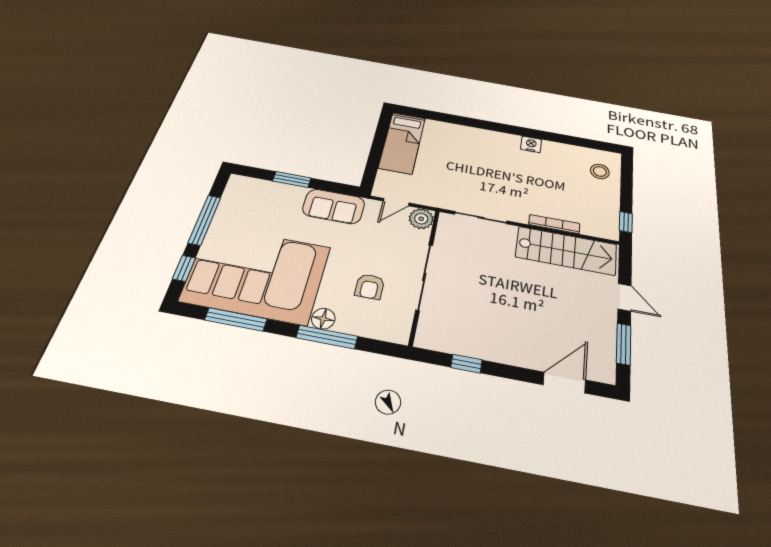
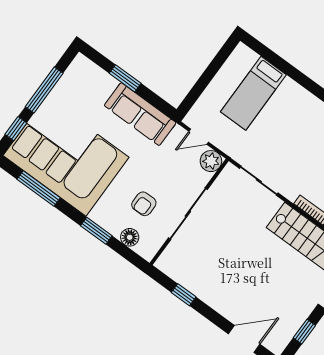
bed: (402, 143) -> (253, 93), moved
sofa: (334, 206) -> (140, 114), width x1.36
floor lamp: (323, 319) -> (130, 237), moved
window: (327, 337) -> (96, 231), width x0.69
window: (624, 344) -> (304, 332), width x0.67

